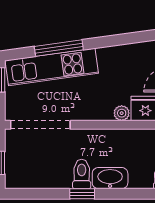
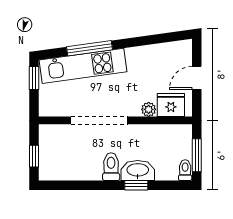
doorway: (40, 125) -> (99, 120), moved
window: (82, 194) -> (136, 185), moved

